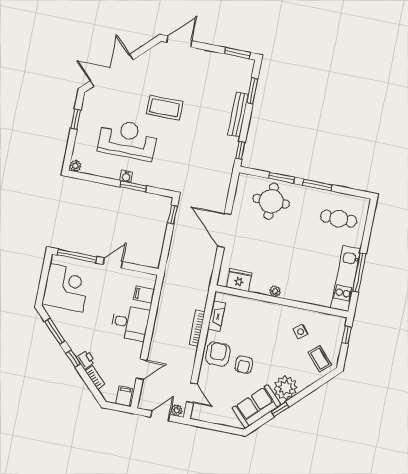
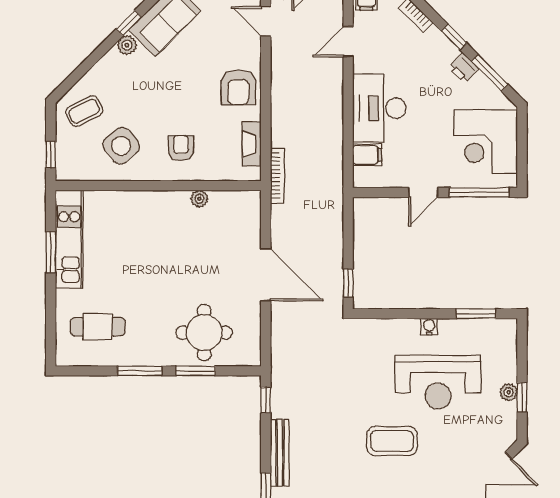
plant: (75, 166) -> (509, 392), moved
window: (133, 186) -> (476, 314), moved
window: (359, 272) -> (51, 252), width x0.69
fridge: (239, 280) -> (229, 205), removed
plant: (275, 291) -> (199, 199), moved
desk: (130, 323) -> (379, 108), width x1.37
bookcase: (197, 328) -> (277, 176), moved
side table: (300, 332) -> (121, 146), width x1.87, depth x1.87
printer: (86, 359) -> (464, 68), moved
coffee table: (320, 359) -> (84, 111), turned -75
armchair: (244, 365) -> (181, 148), moved
plant: (285, 388) -> (127, 45), width x0.53, depth x0.53

